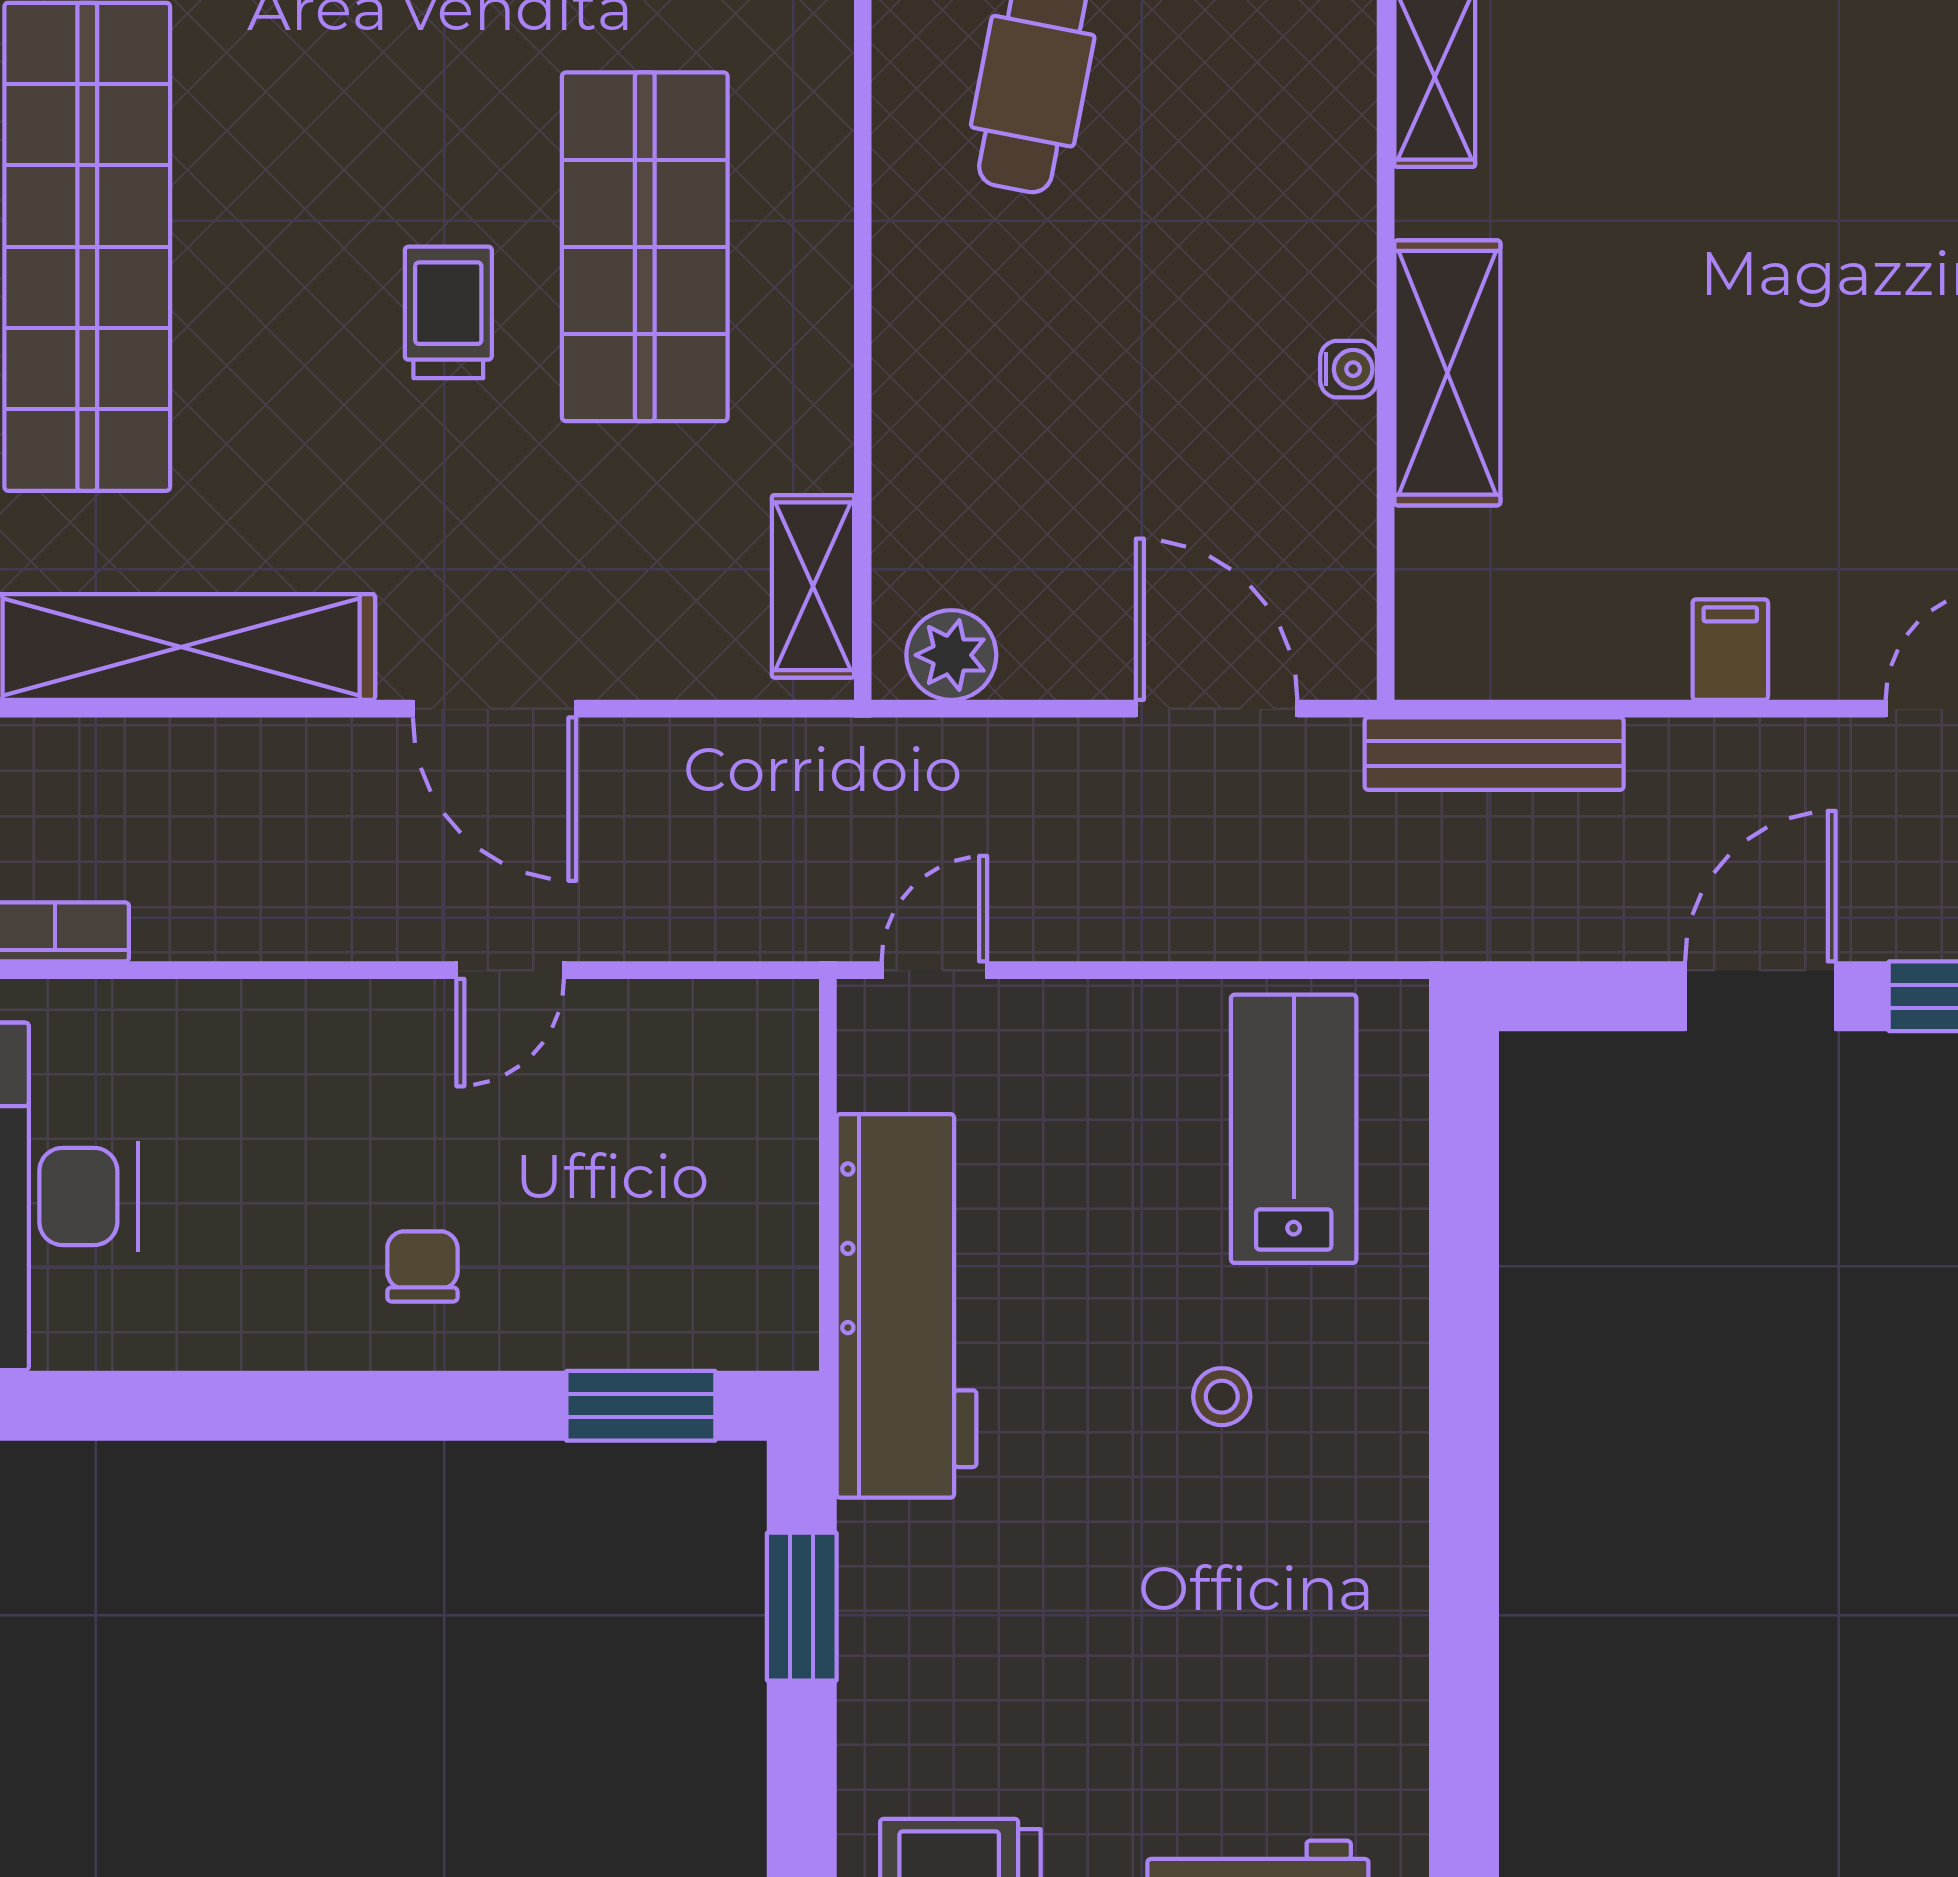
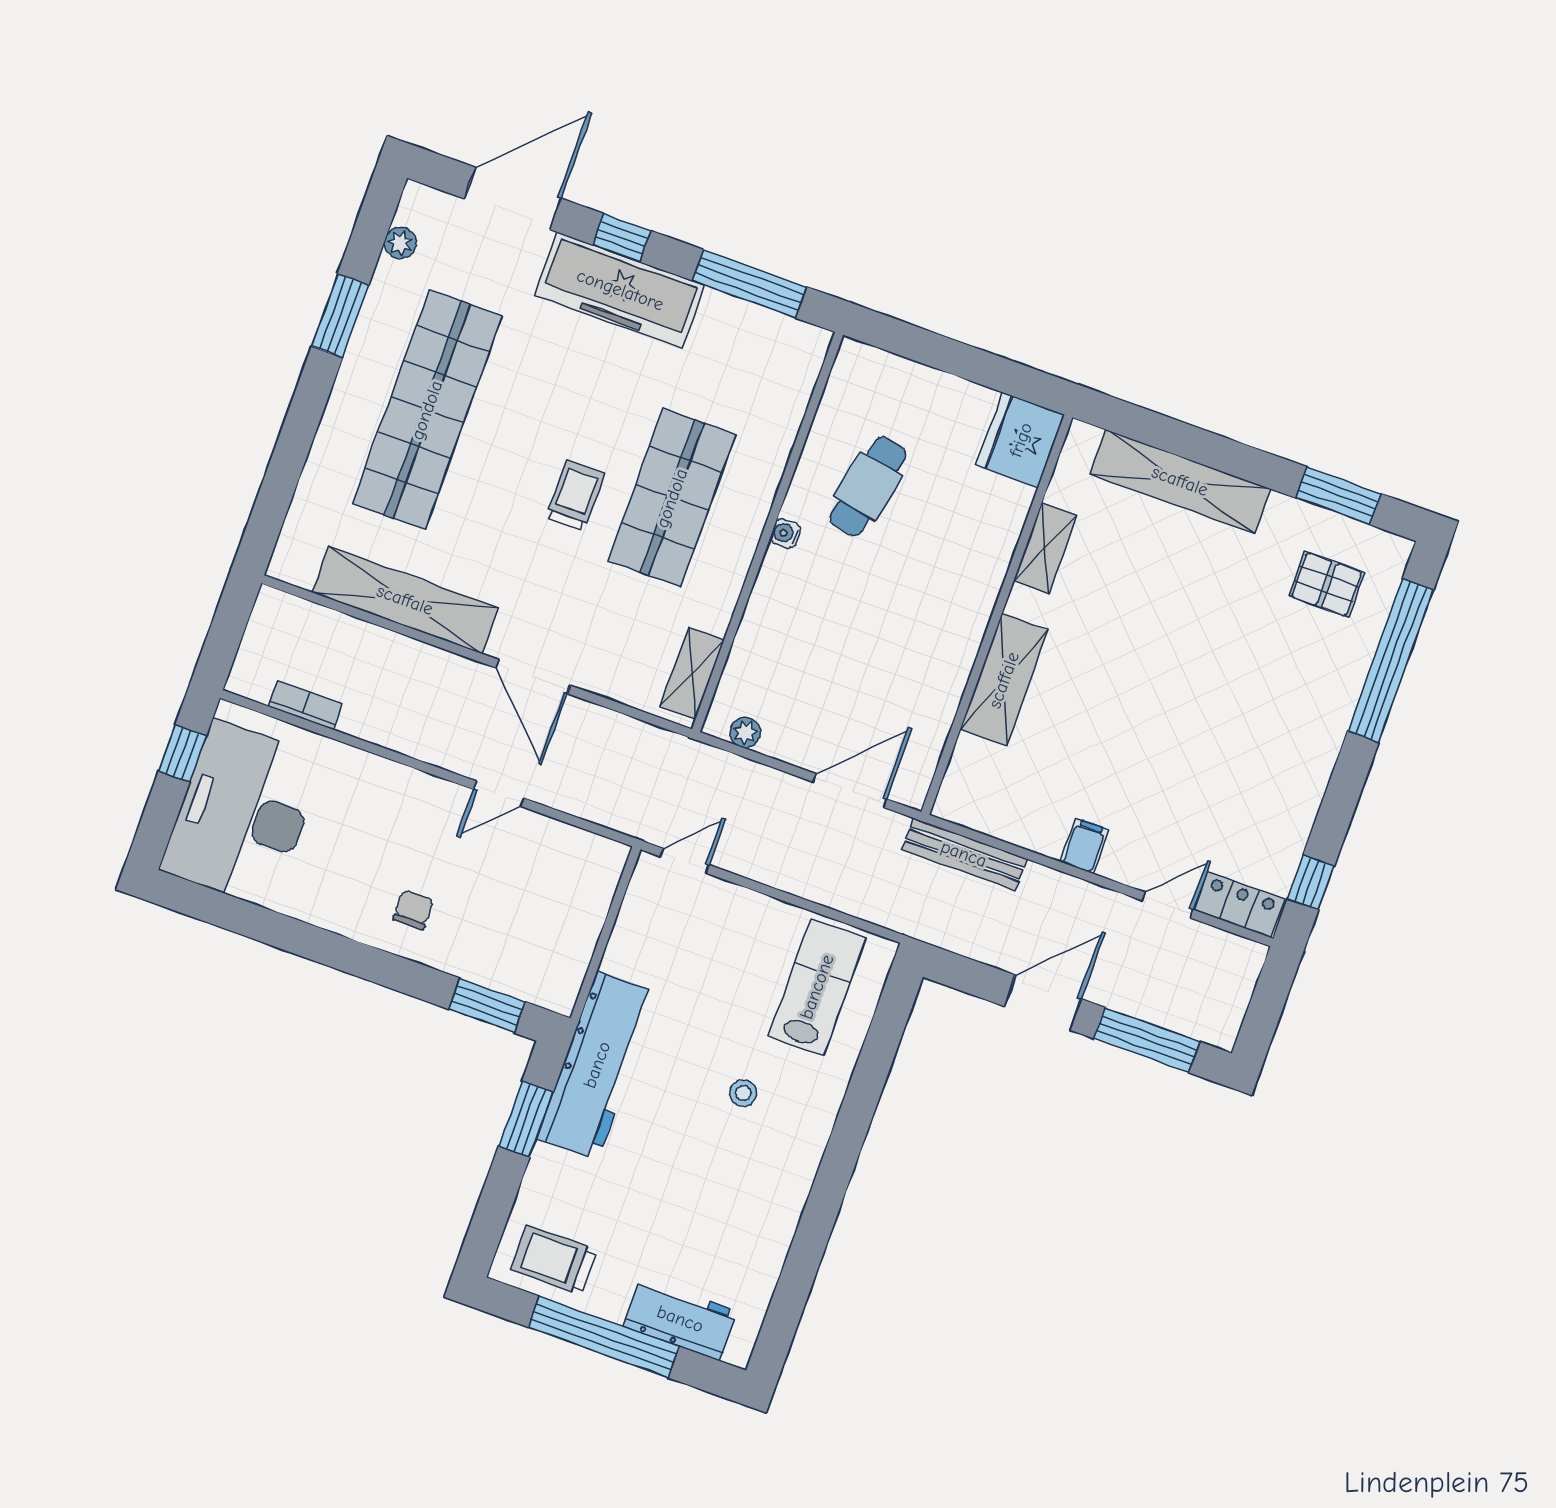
water cooler: (1349, 369) -> (785, 533), moved, turned 180
plant: (951, 655) -> (745, 732), width x0.73, depth x0.73
door: (1217, 709) -> (850, 791), hinge flipped
workbench: (907, 1306) -> (597, 1065), moved

